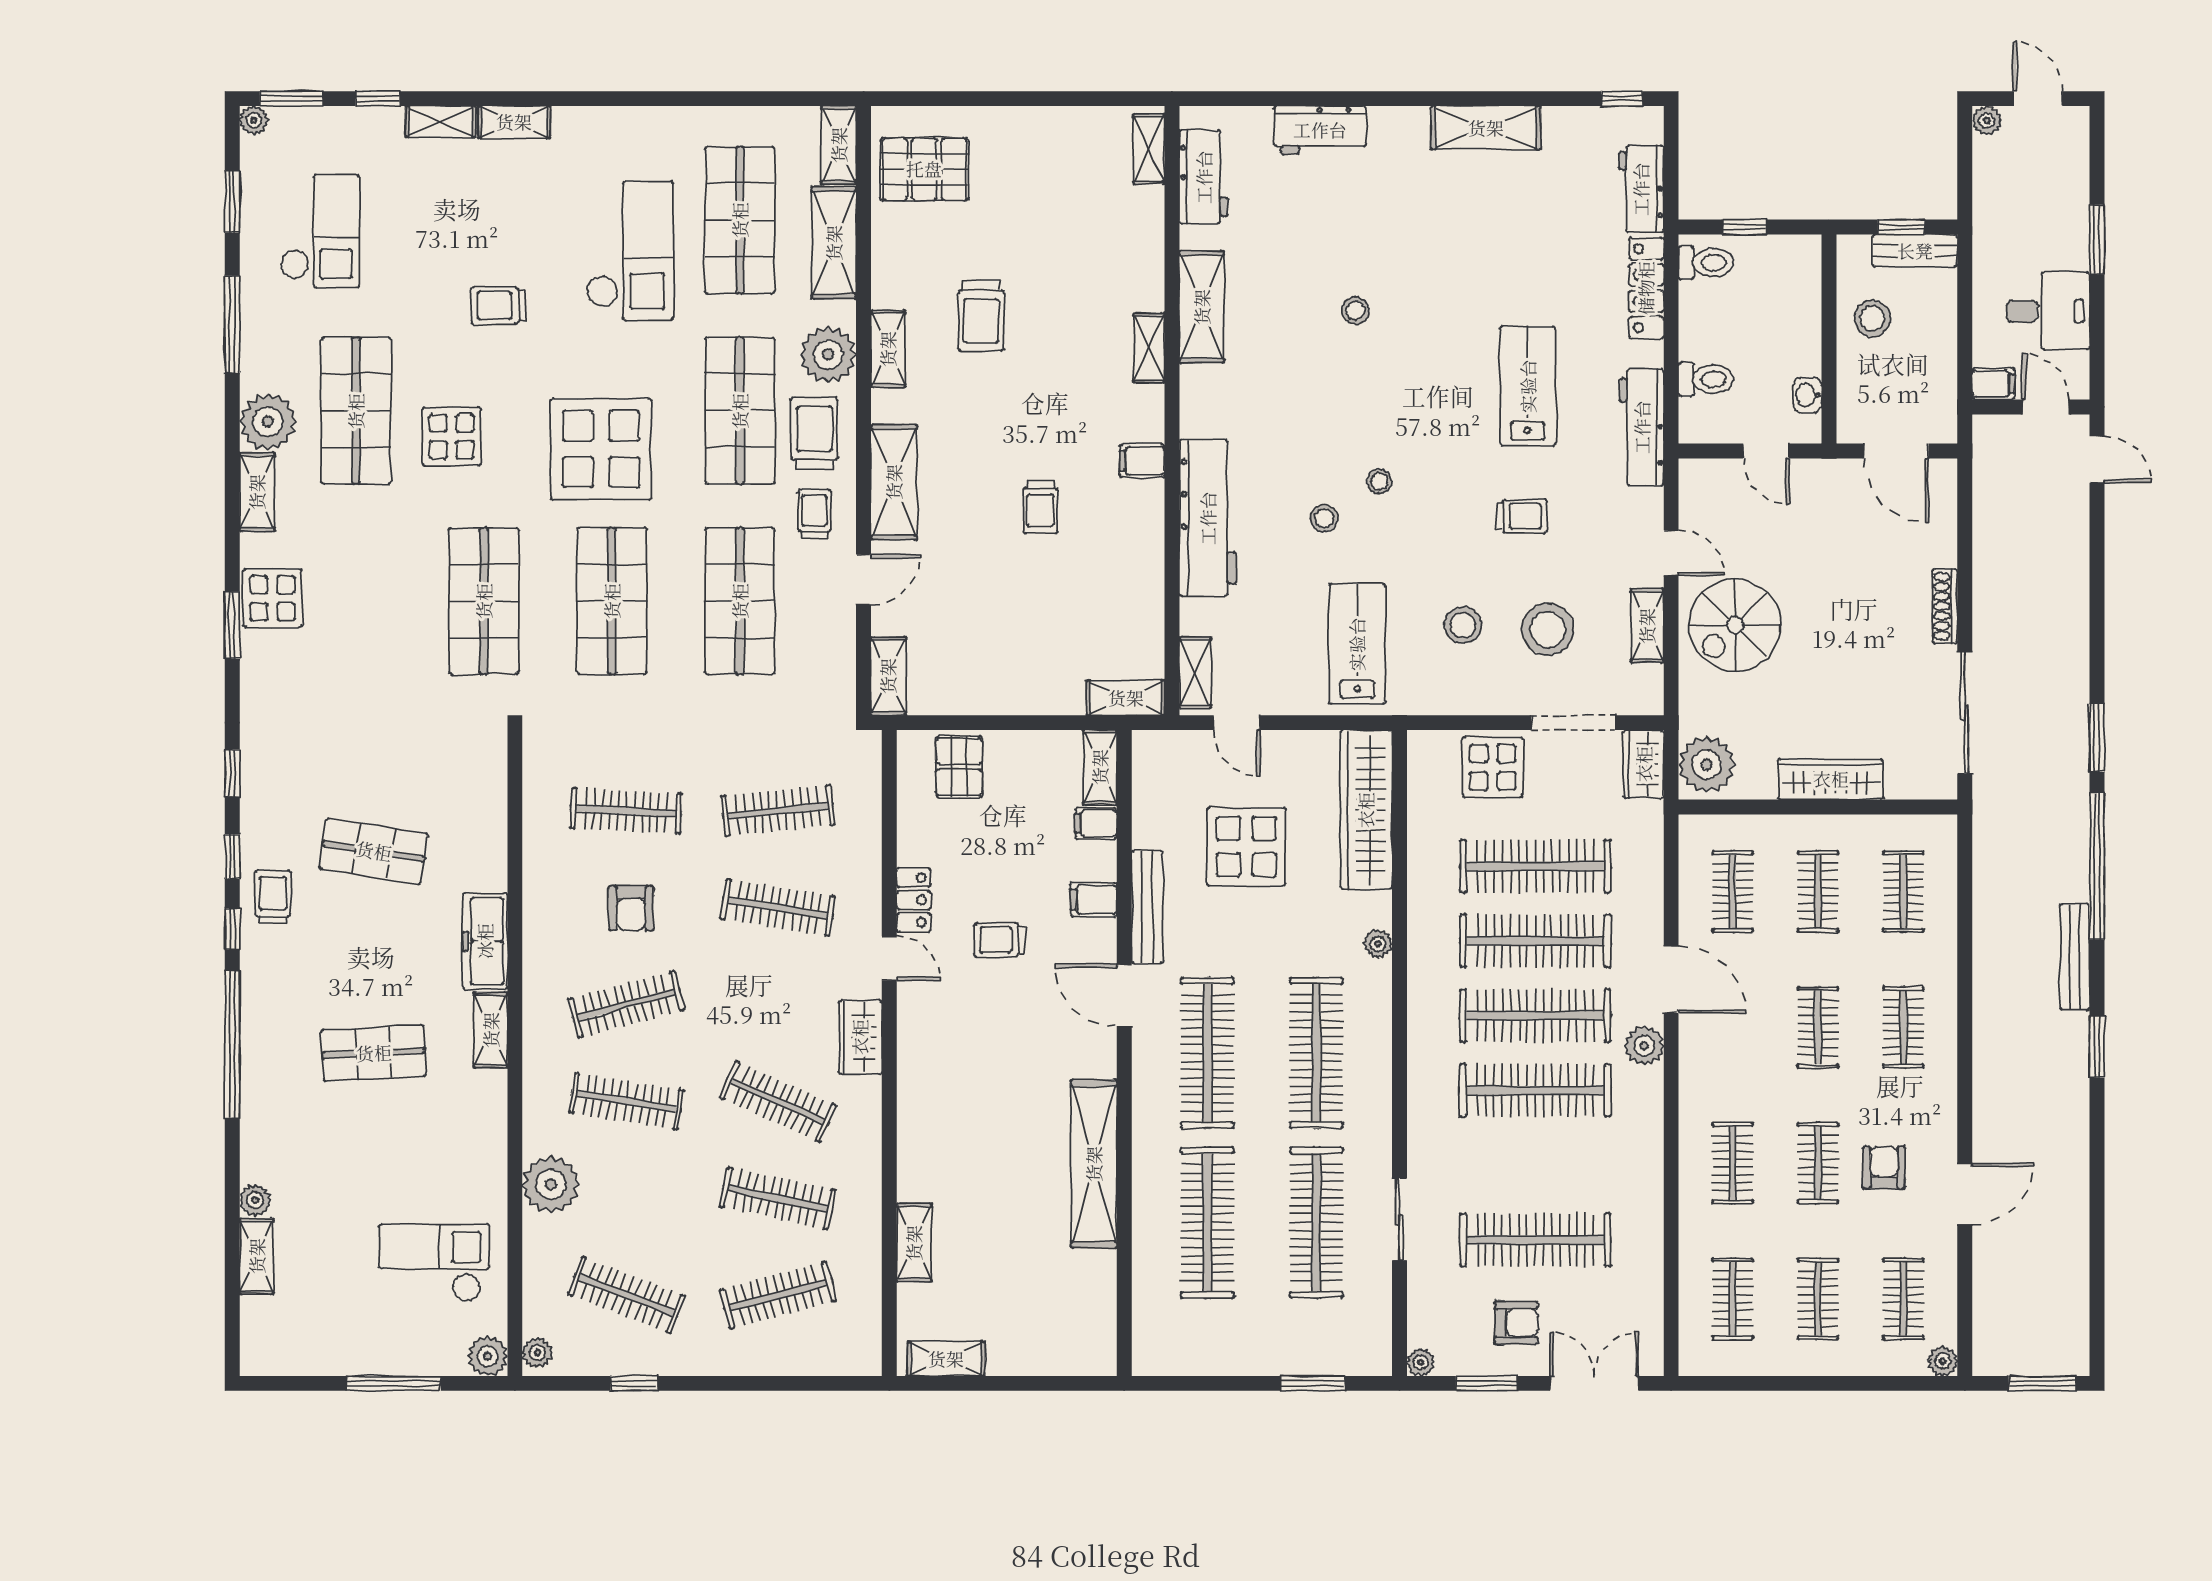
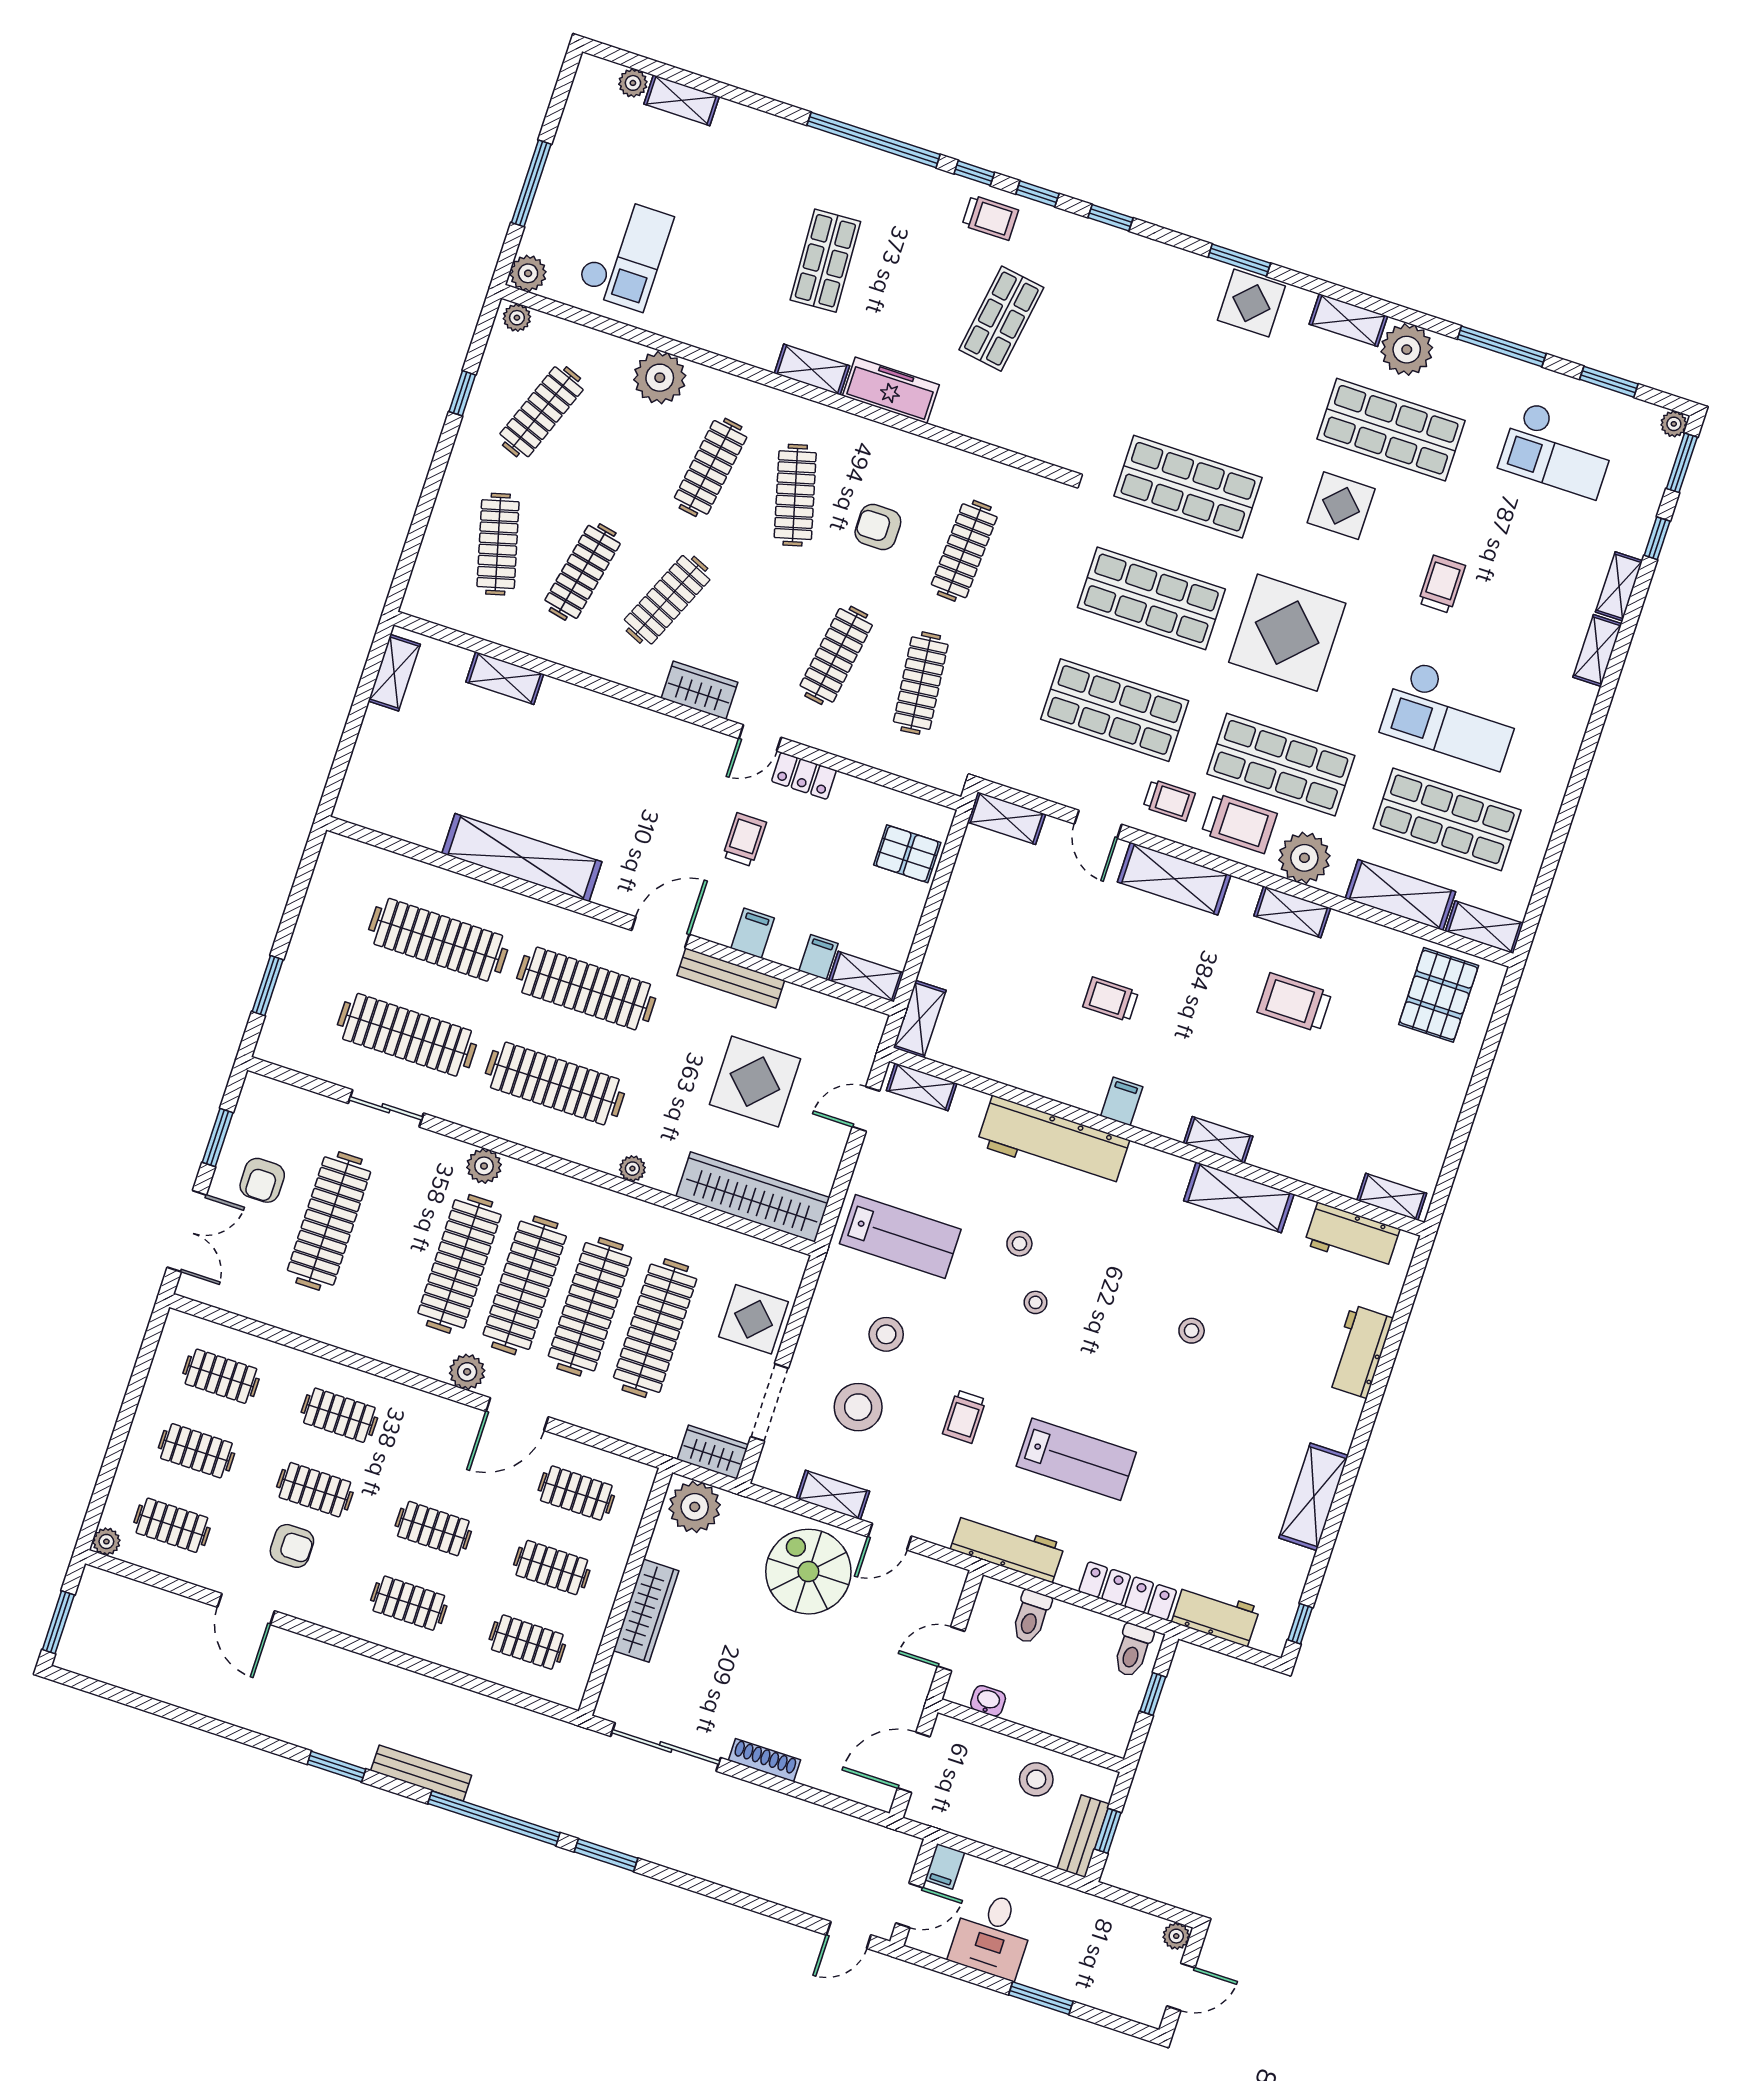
plant: (255, 1200) -> (633, 83), moved
plant: (1421, 1362) -> (484, 1166), moved, width x1.38, depth x1.38

